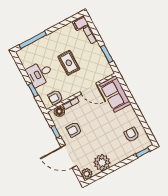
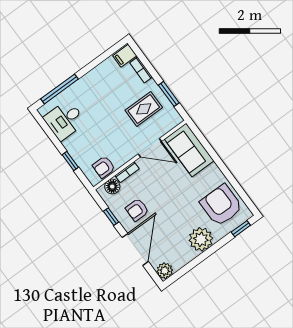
rug: (69, 63) -> (144, 109), moved, turned 90
desk: (40, 74) -> (65, 120), moved
armchair: (132, 135) -> (221, 205), width x1.88, depth x1.88
door: (69, 156) -> (135, 249), swing flipped
plant: (102, 163) -> (201, 239), moved

